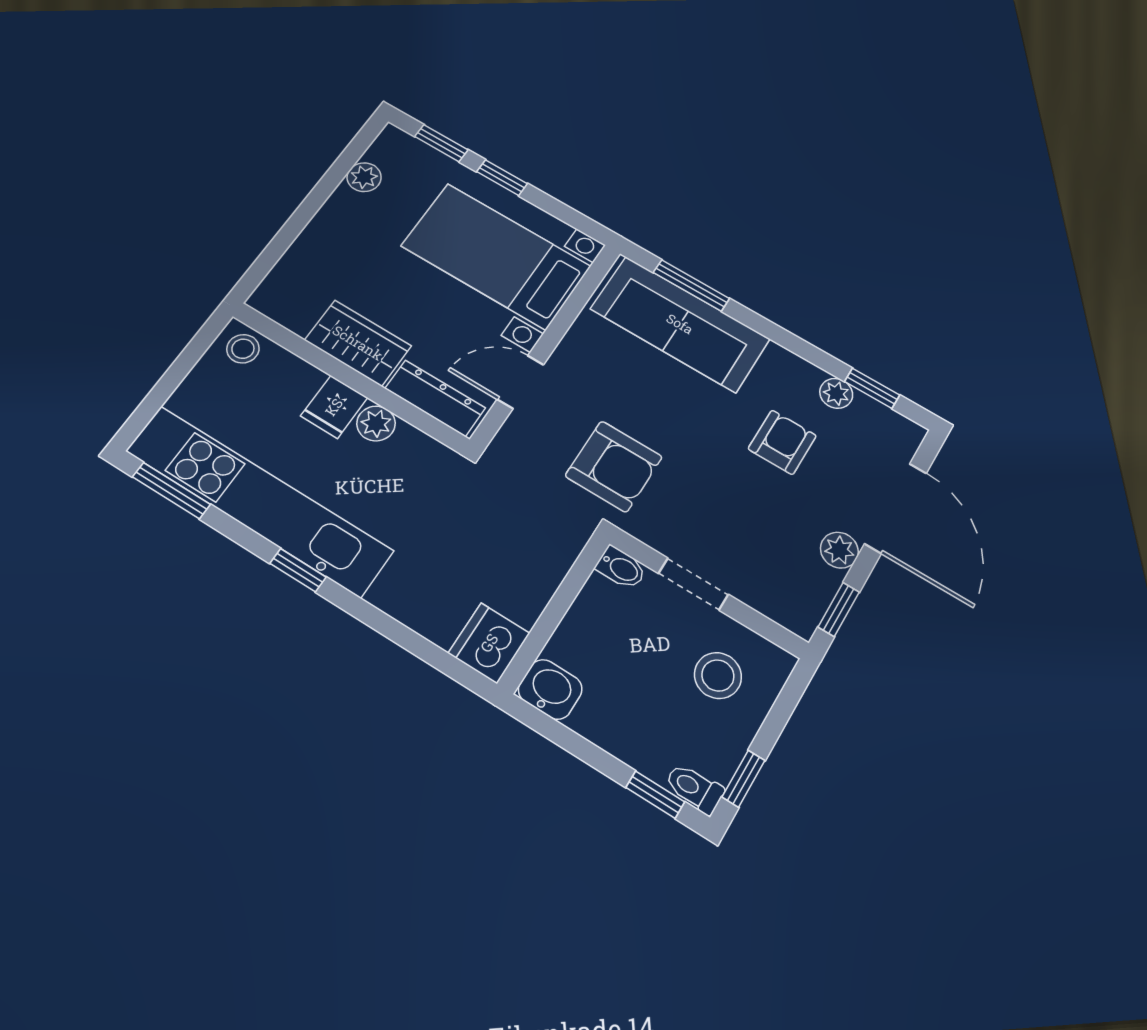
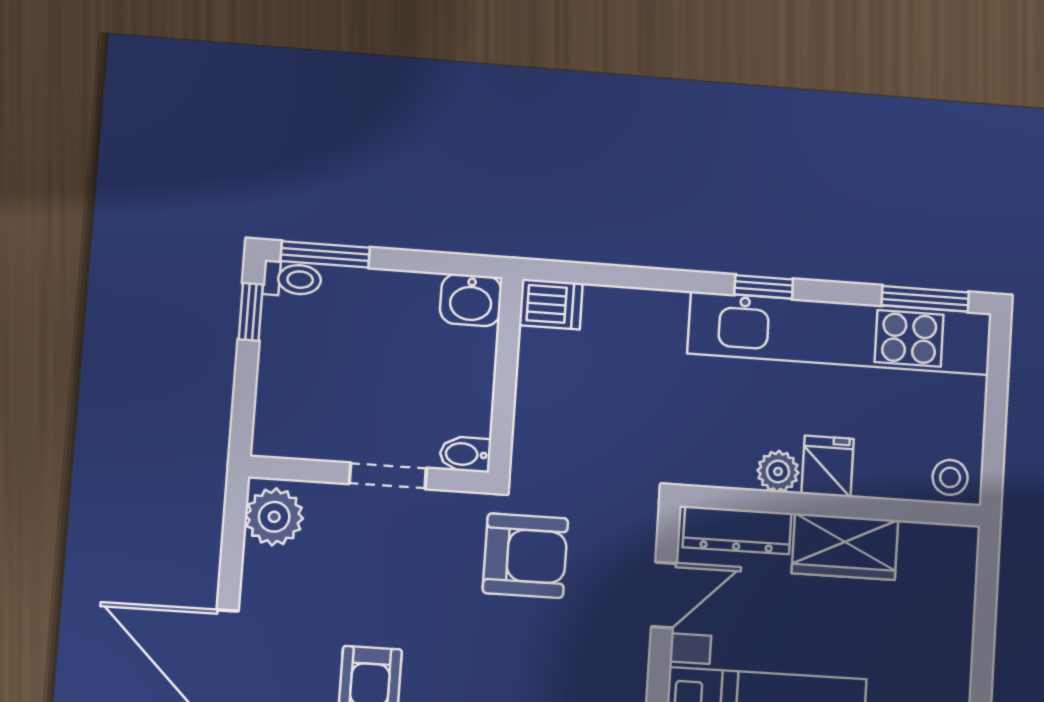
armchair: (614, 466) -> (525, 556), turned 180
plant: (839, 550) -> (274, 517), moved, width x1.38, depth x1.38
window: (839, 609) -> (234, 527), removed
dishwasher: (489, 643) -> (551, 304), width x0.73
stool: (718, 676) -> (321, 397), removed
window: (655, 795) -> (325, 254), width x1.50

